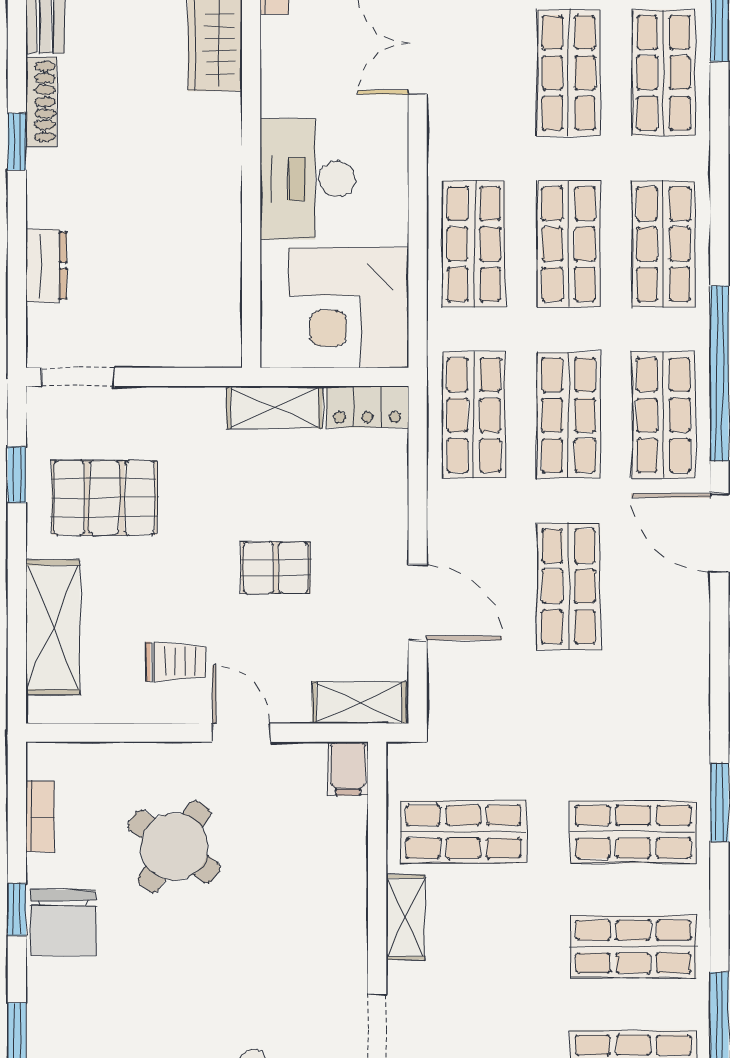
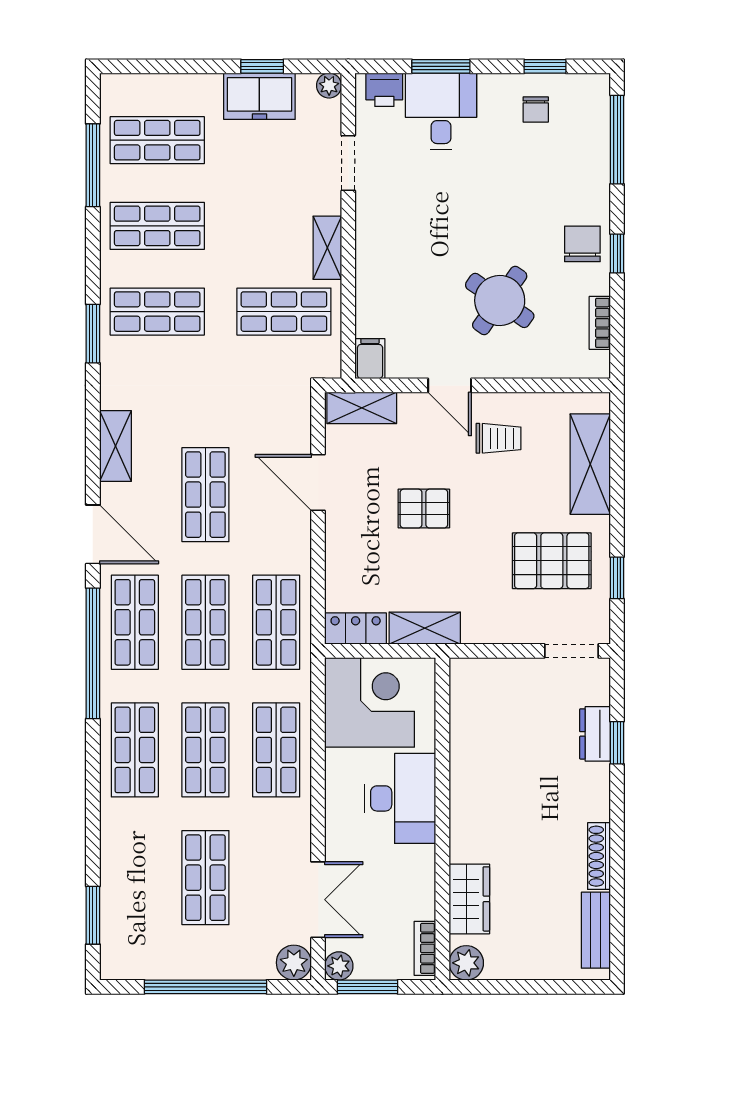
shop shelf: (663, 73) -> (135, 878), removed
window: (17, 142) -> (617, 743), moved
shelving: (689, 652) -> (116, 446), added
trolley: (176, 662) -> (499, 438), turned 180
chair: (63, 922) -> (582, 244), width x0.73, depth x0.73

